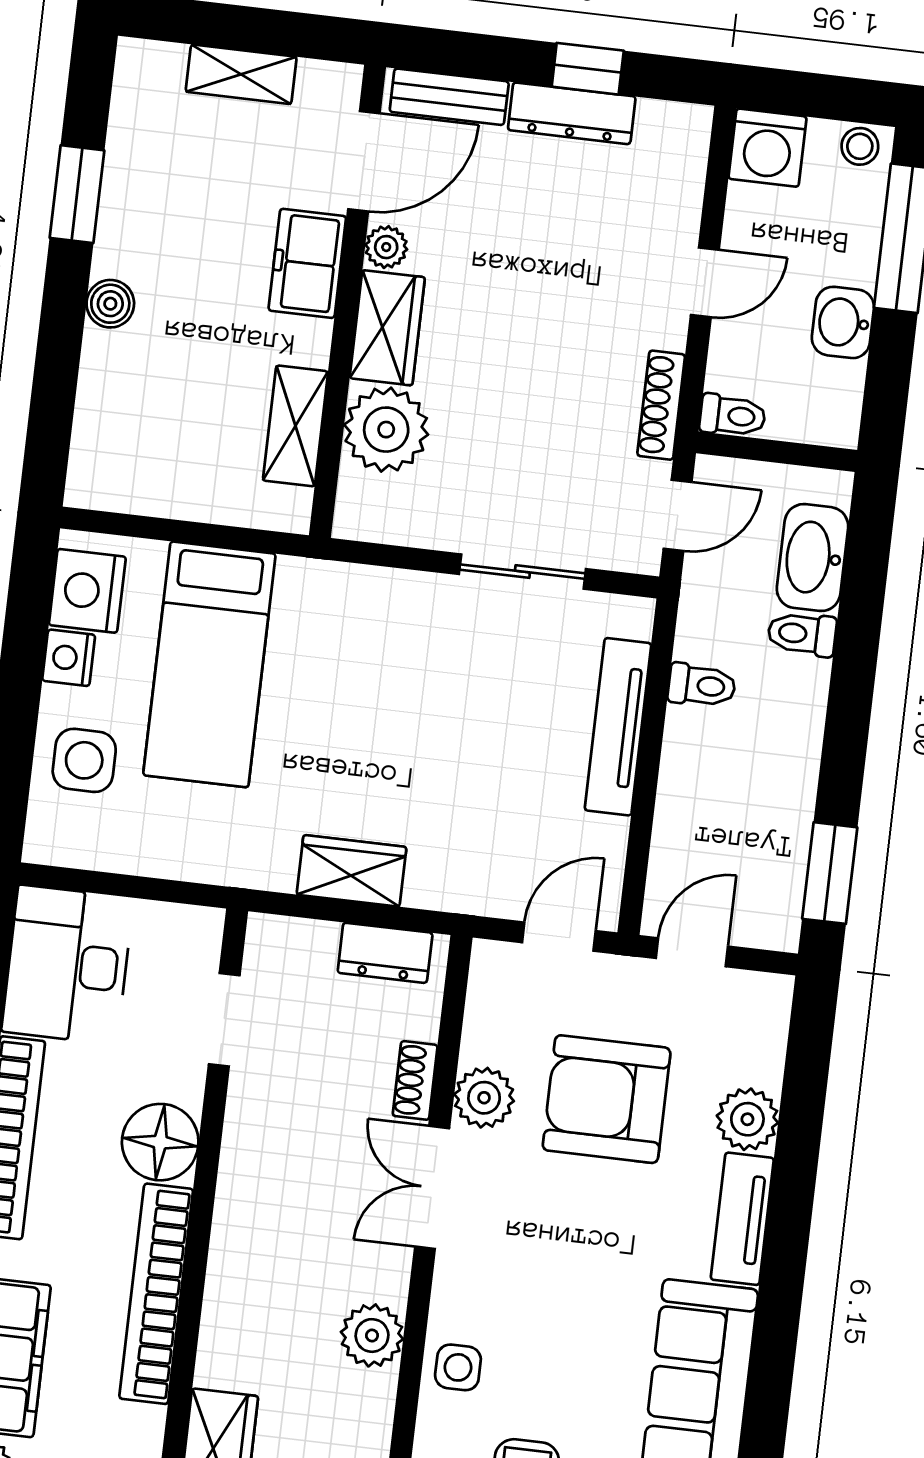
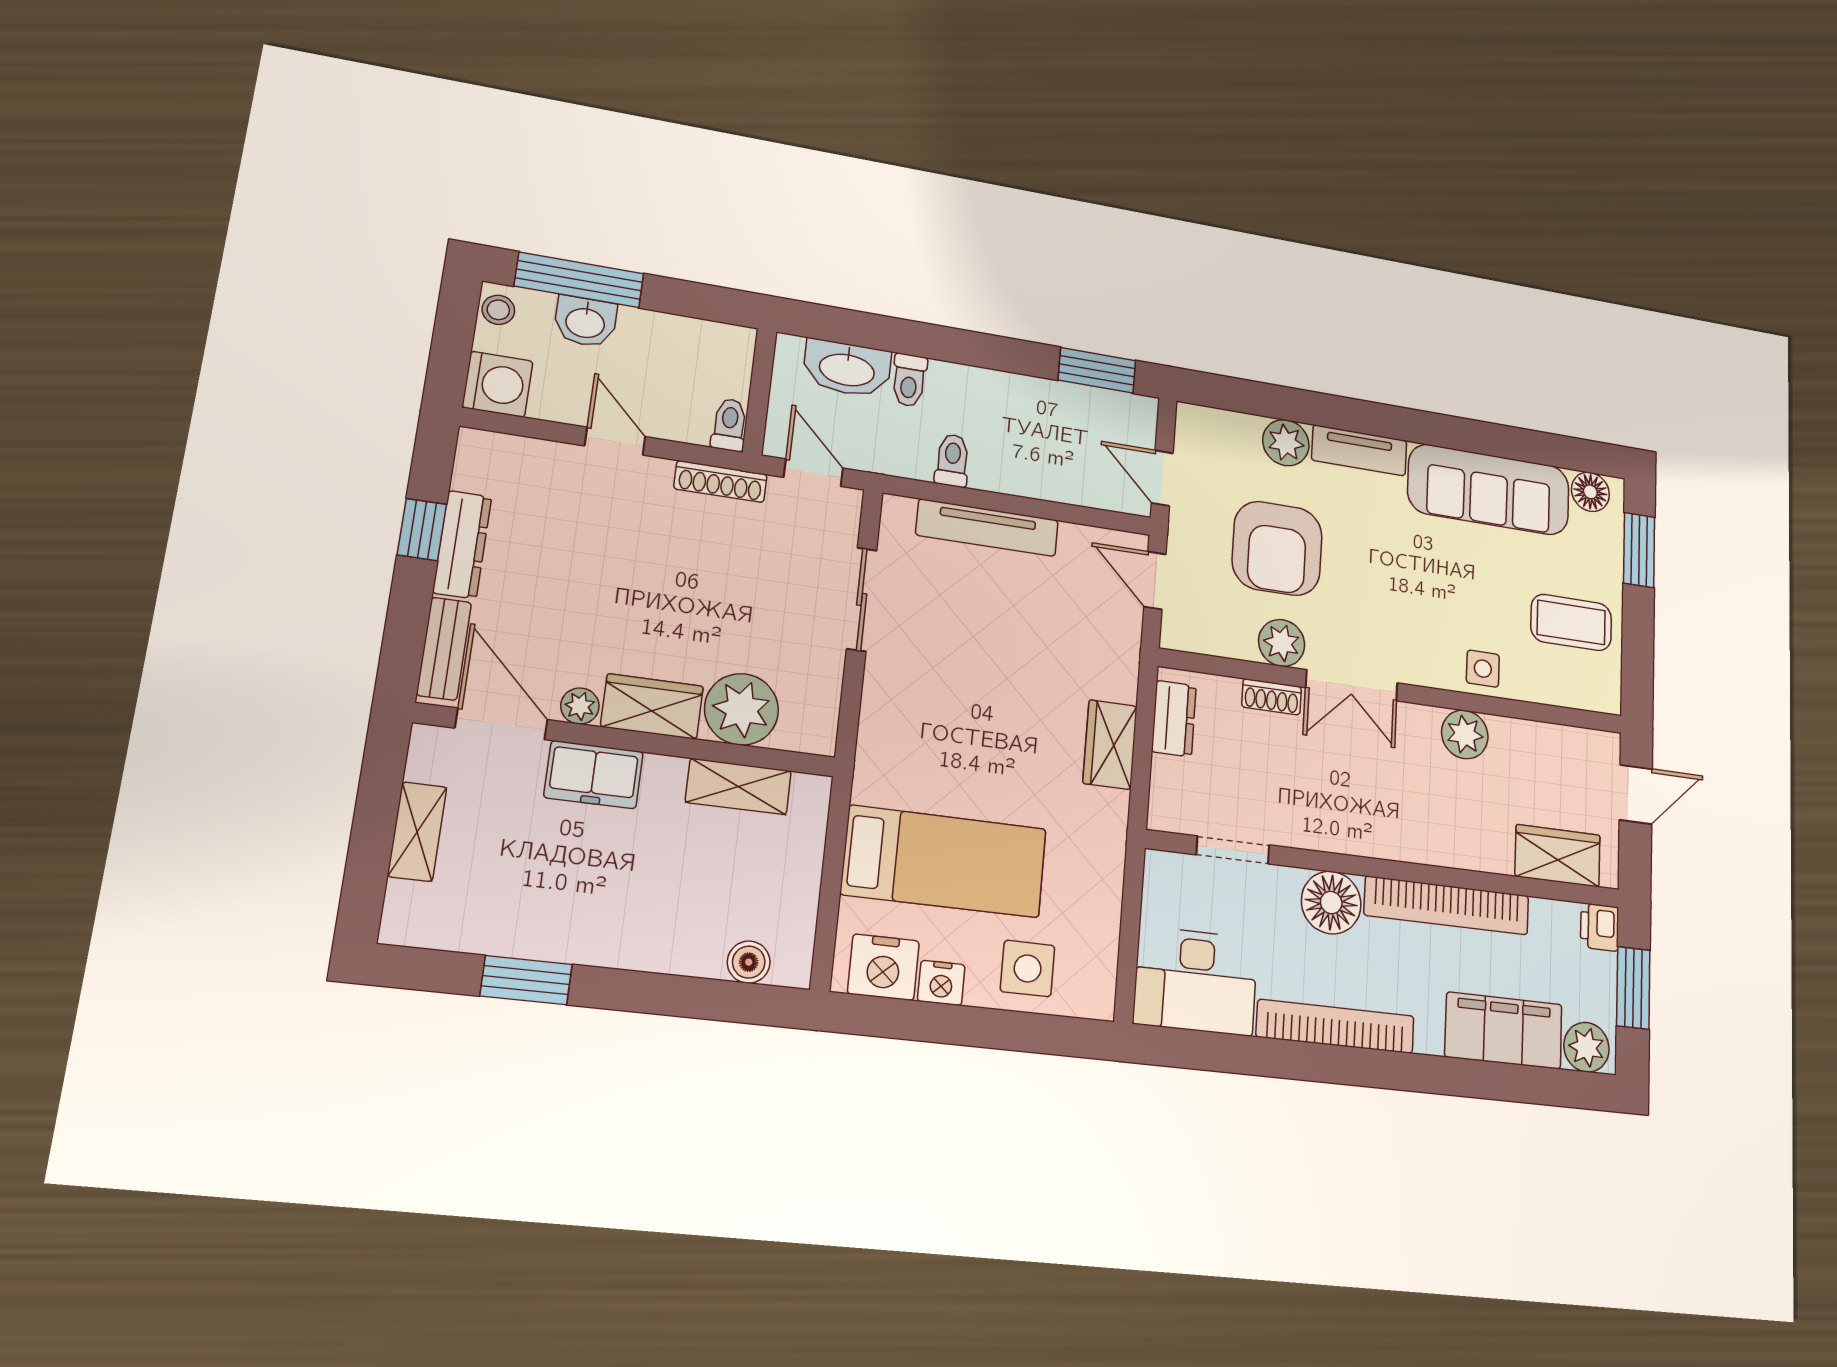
boiler: (110, 304) -> (749, 962), moved
washbasin: (843, 322) -> (585, 322), moved

